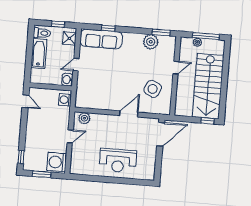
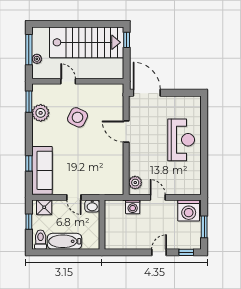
side table: (153, 89) -> (78, 117), moved
washing machine: (65, 100) -> (133, 207), moved
door: (25, 101) -> (159, 252), moved

